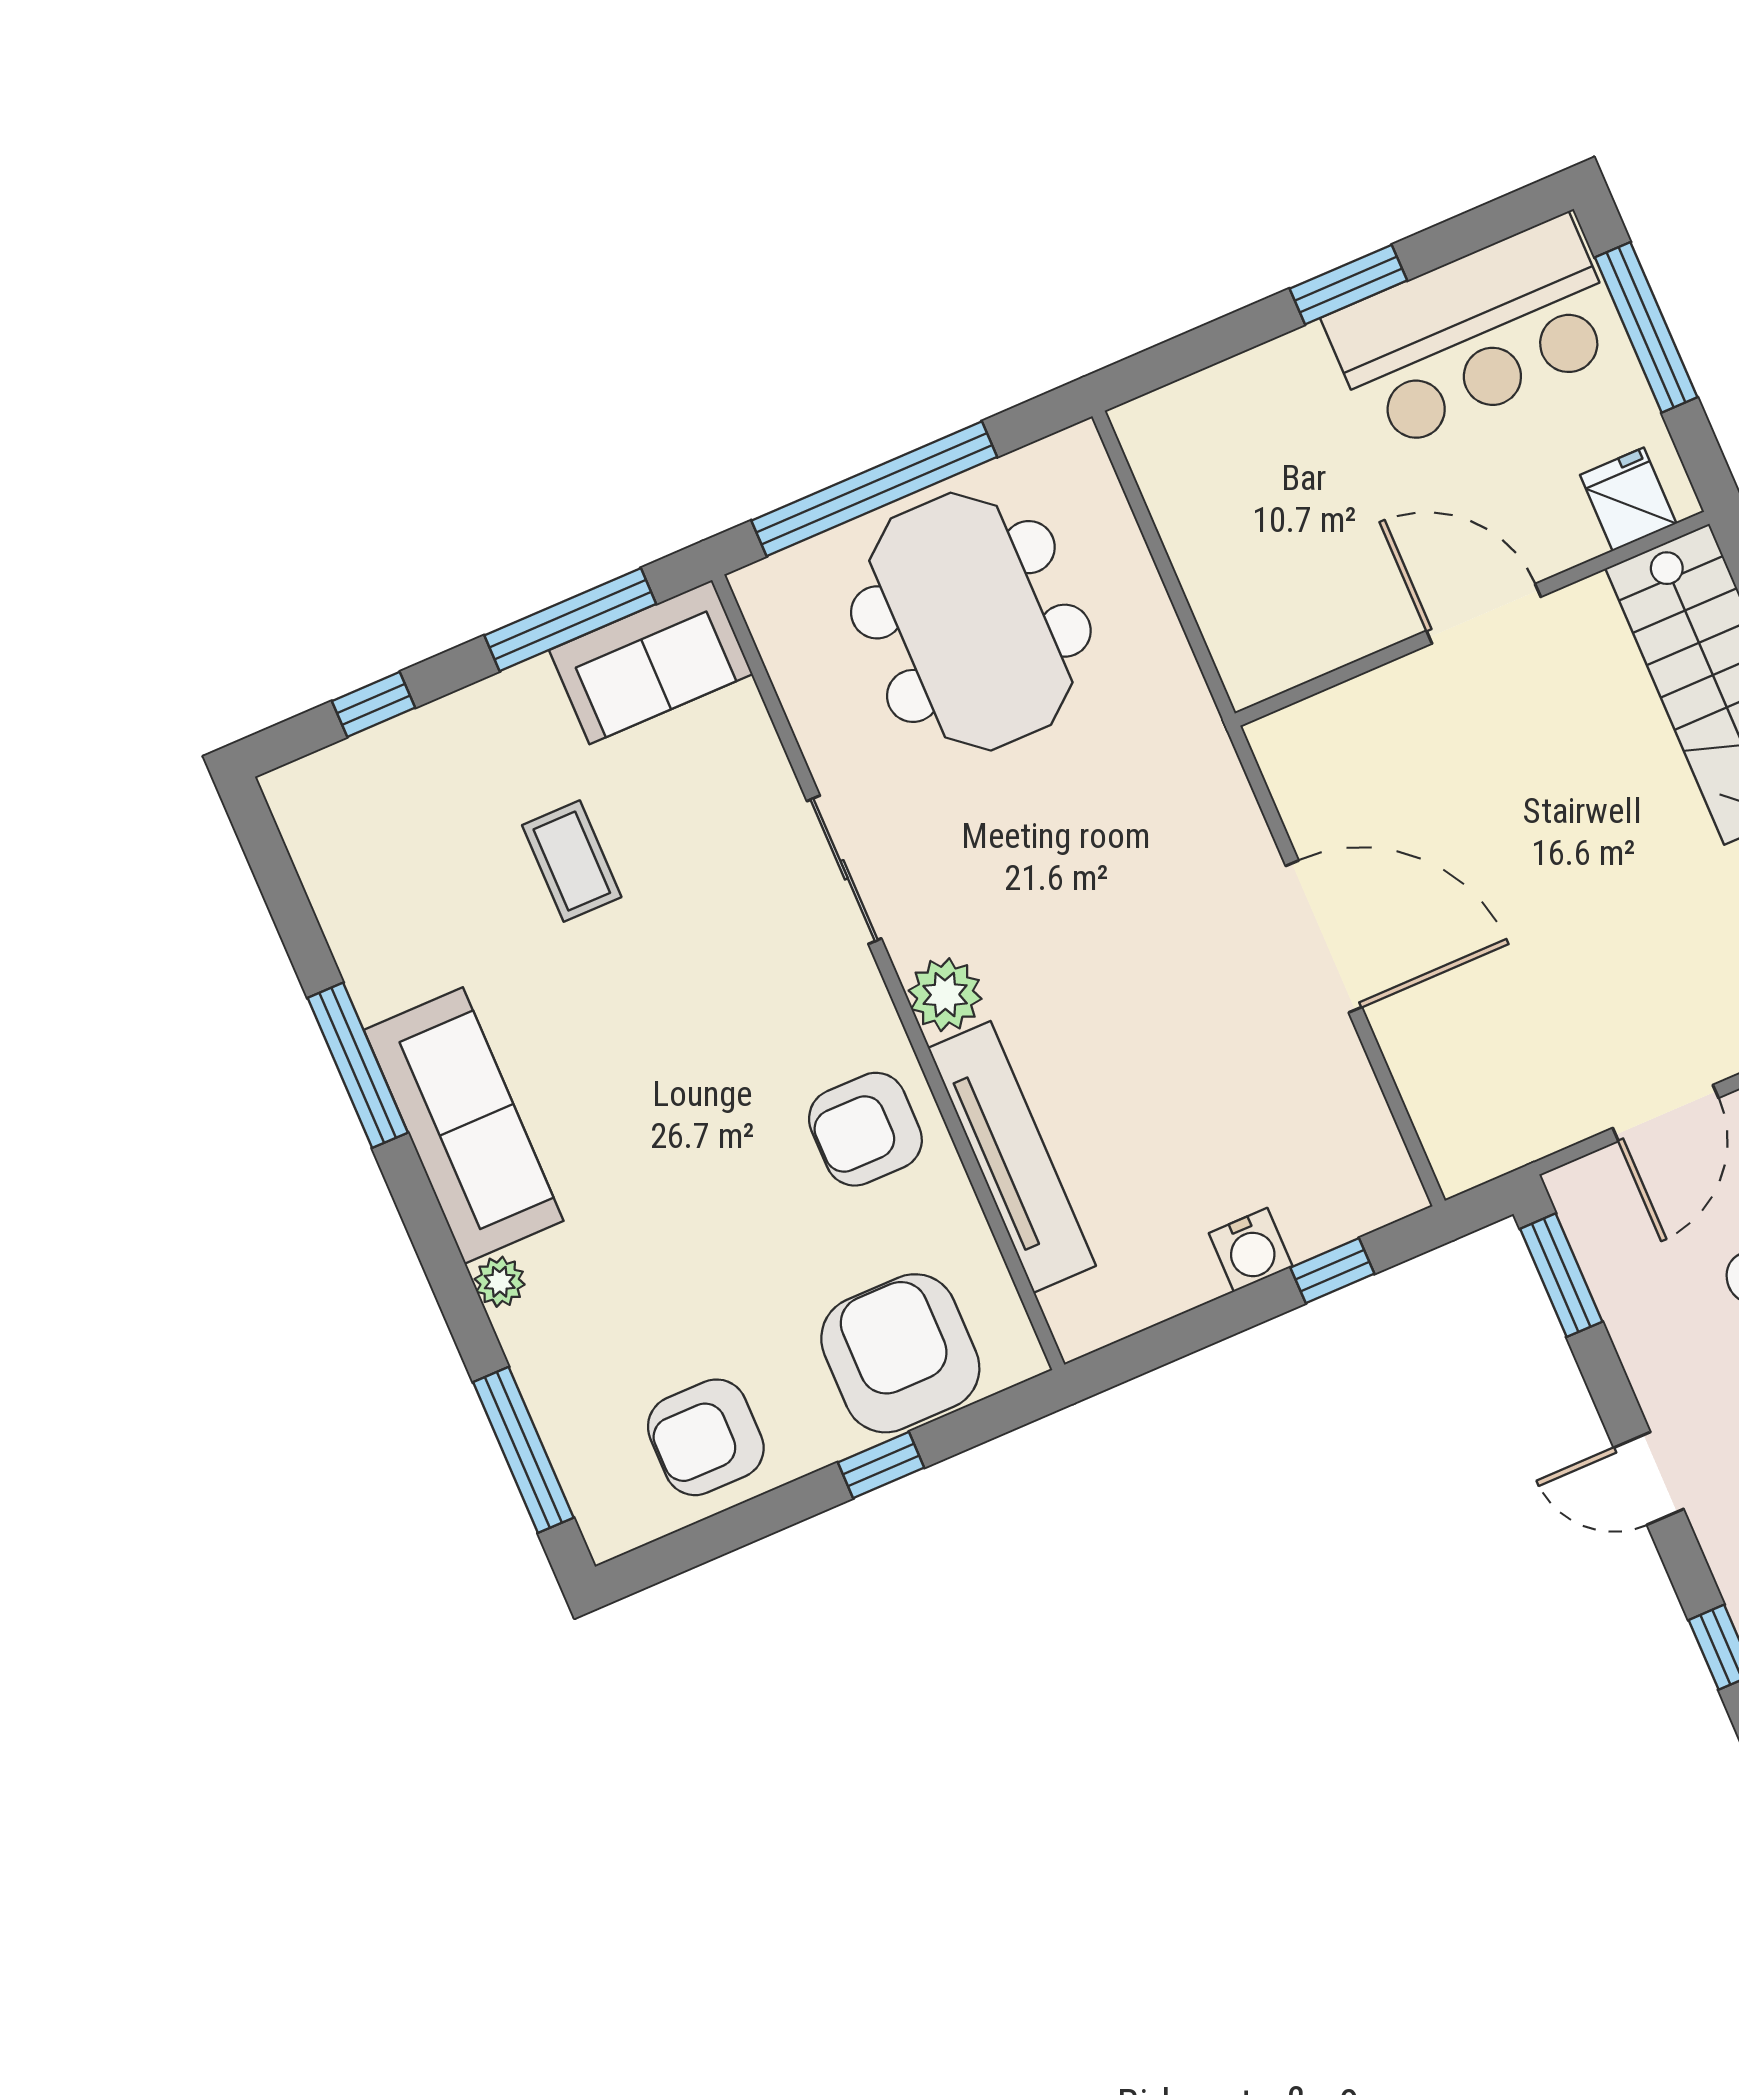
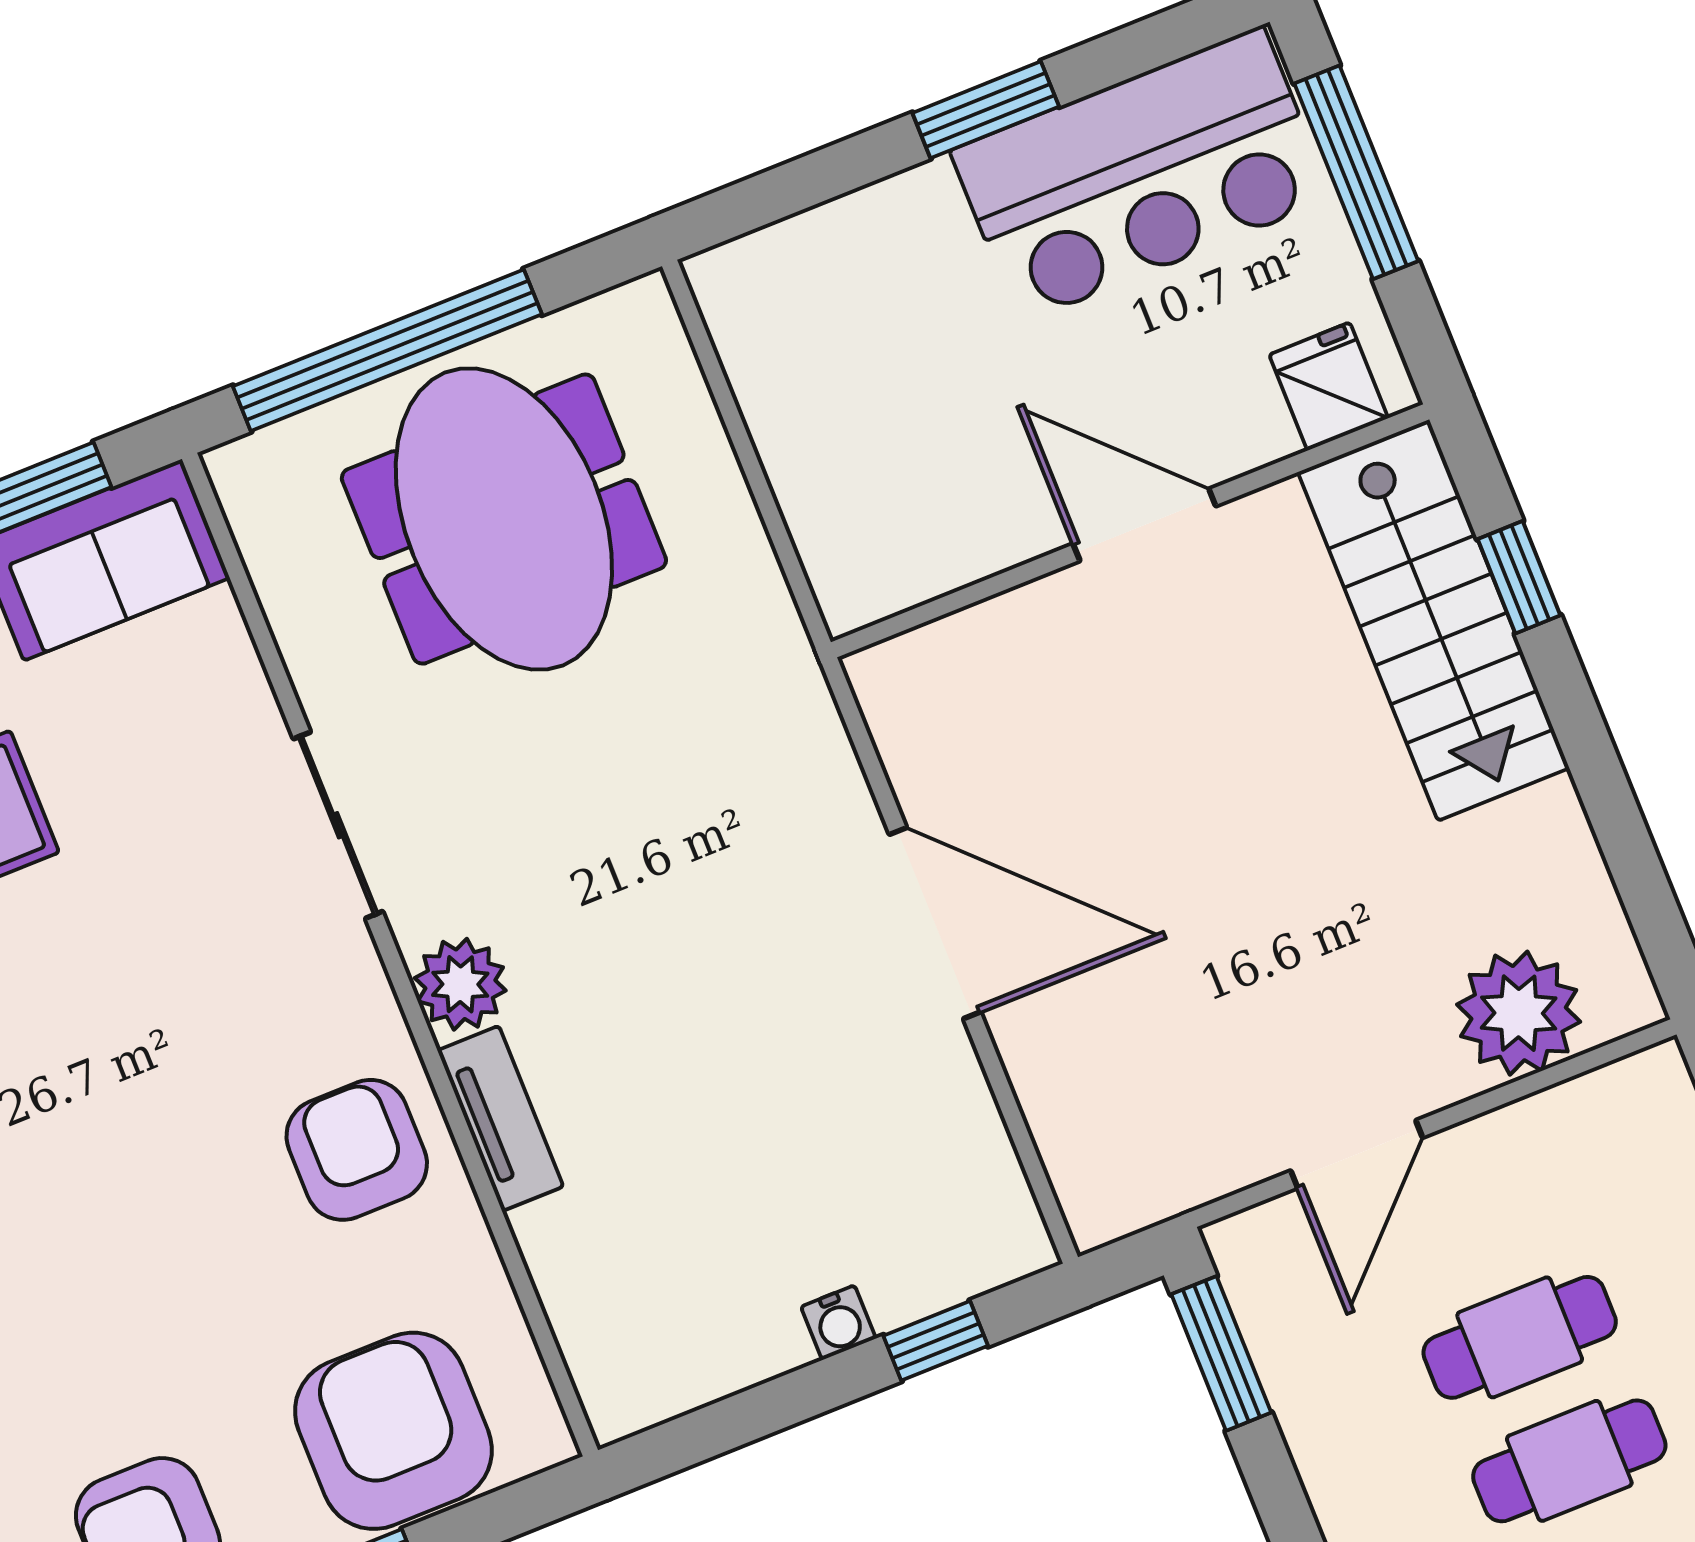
armchair: (865, 1129) -> (357, 1150), turned 90
tv unit: (1012, 1157) -> (500, 1118), width x0.52, depth x0.78
water cooler: (1251, 1250) -> (838, 1323), width x0.72, depth x0.72

